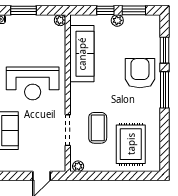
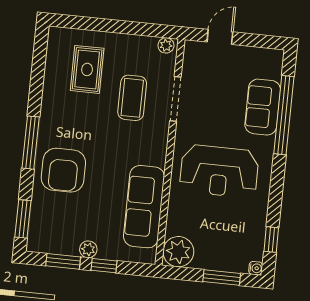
plant: (60, 20) -> (178, 252), width x1.87, depth x1.87
window: (164, 50) -> (23, 219), moved
reception desk: (33, 83) -> (219, 171), turned 180
rug: (131, 144) -> (87, 69), width x0.73, depth x0.70

